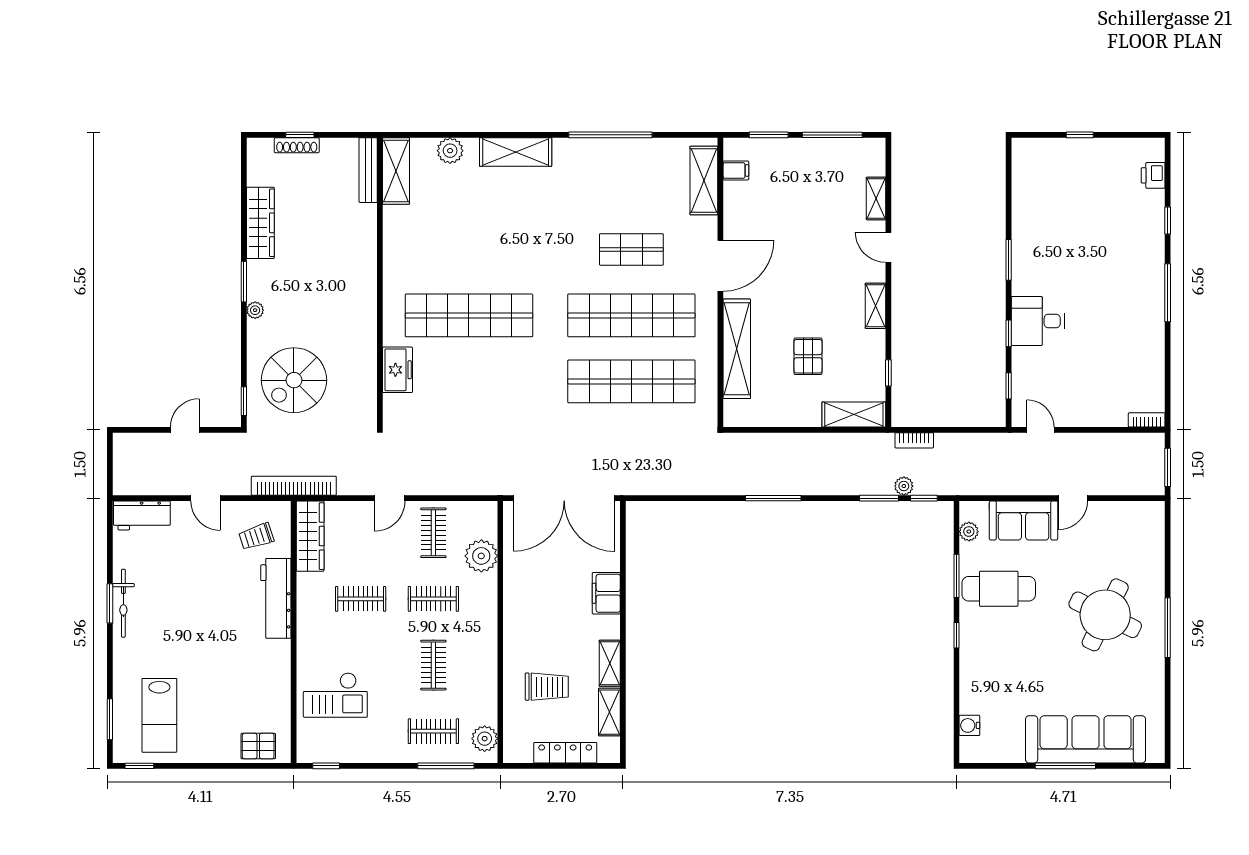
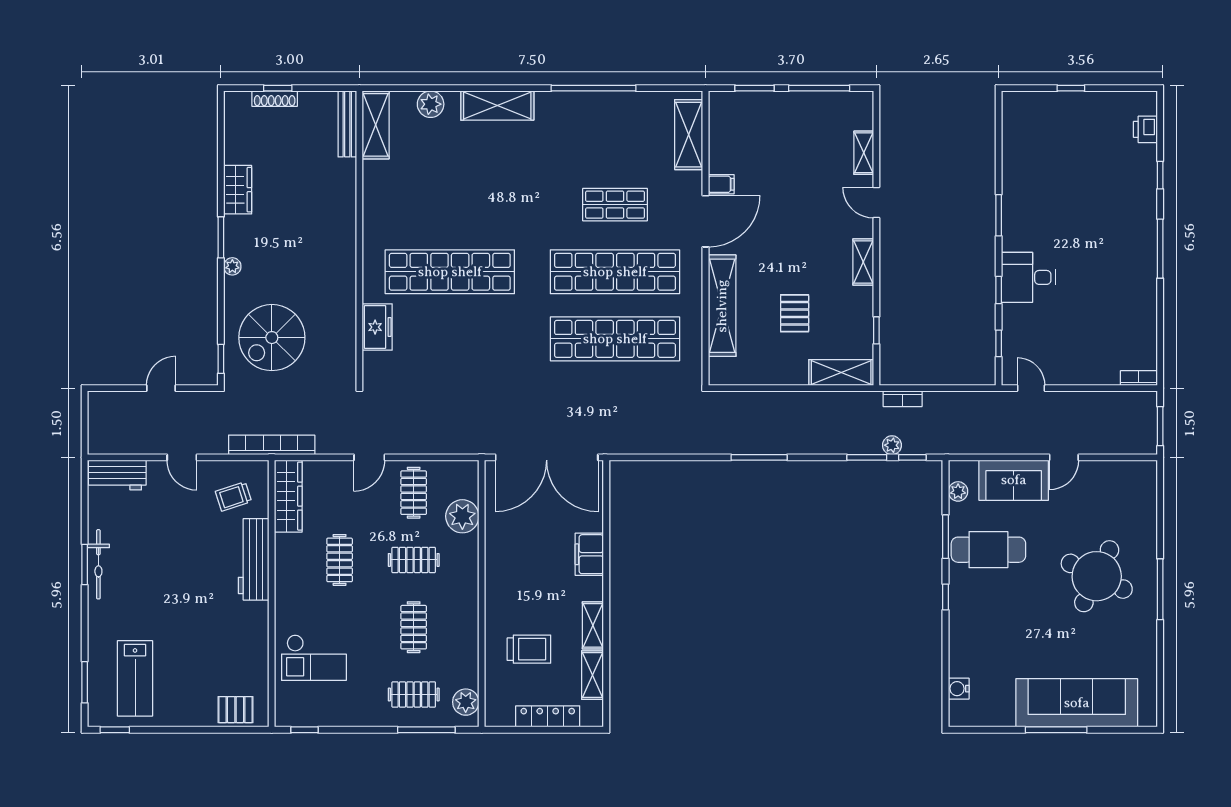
filing cabinet: (736, 170) -> (721, 184), moved
wardrobe: (260, 223) -> (238, 190), width x0.67
clothes rail: (361, 599) -> (340, 560), turned 90

